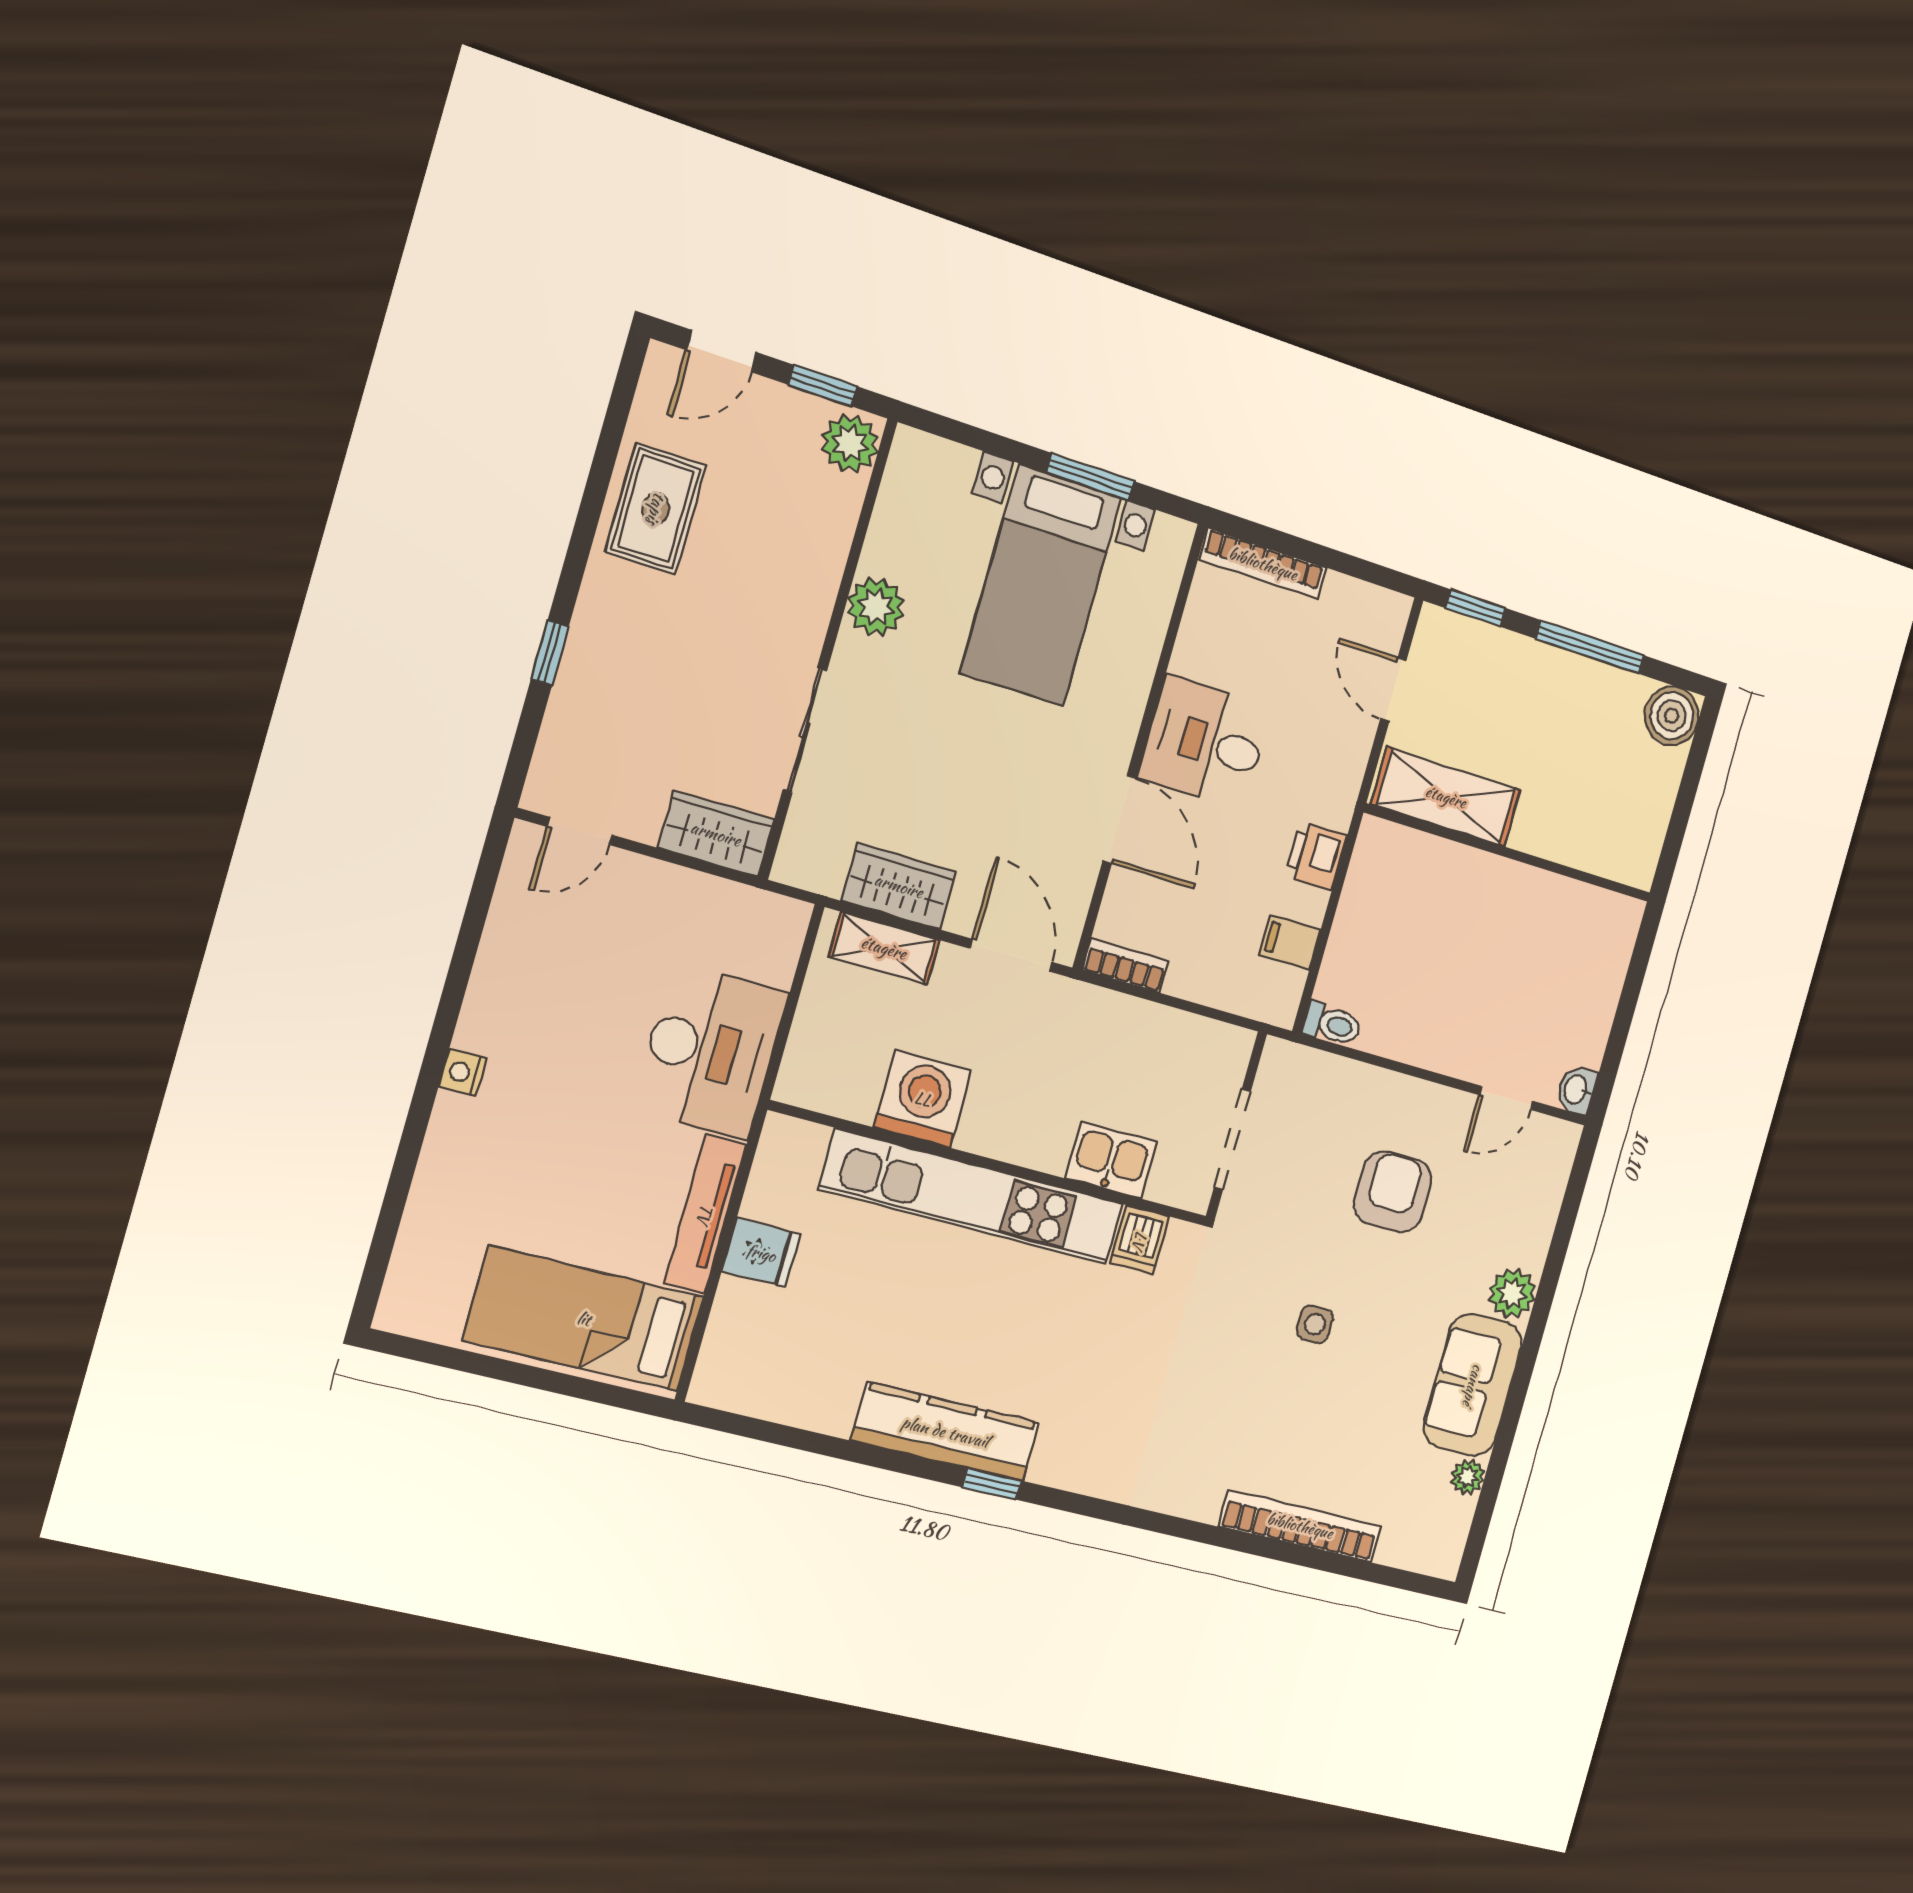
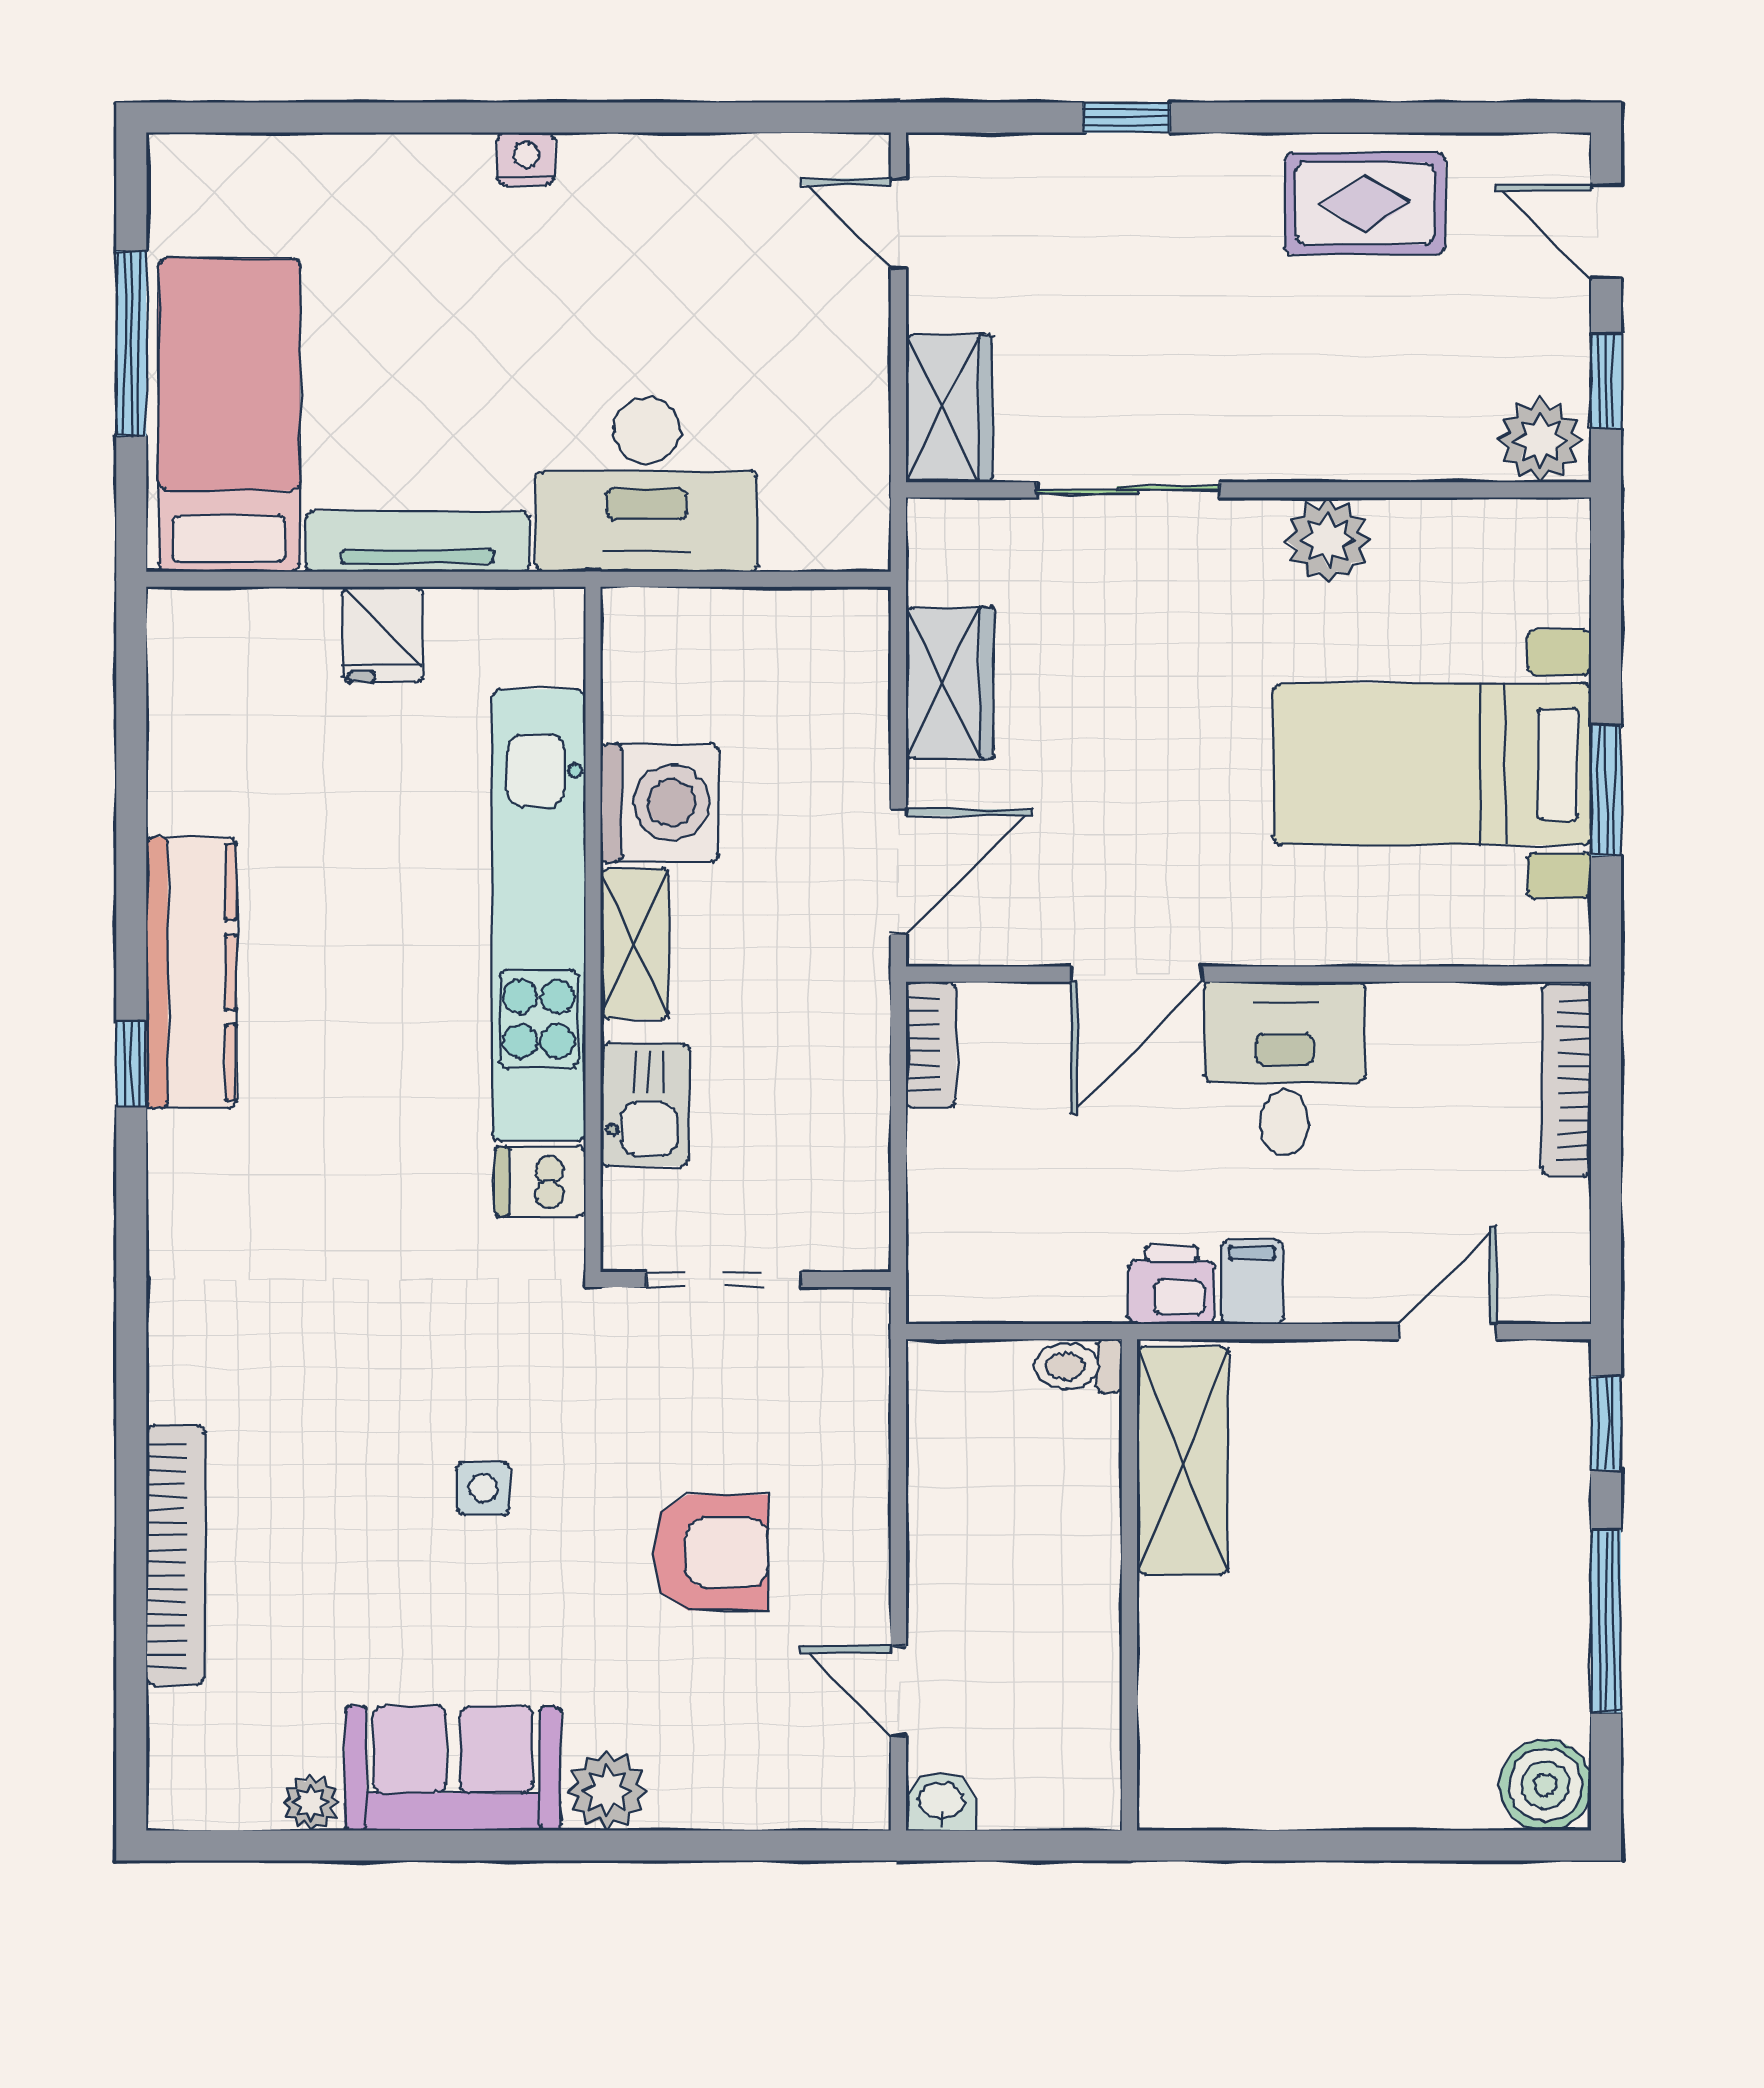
shelving: (1446, 797) -> (1182, 1460), moved
wall: (1509, 853) -> (1129, 1585), moved
filing cabinet: (1290, 942) -> (1252, 1282), moved
shelving: (884, 948) -> (634, 943), moved
toilet: (1332, 1024) -> (1078, 1366), moved, turned 90
window: (516, 1373) -> (131, 344), added

